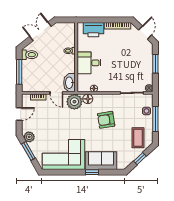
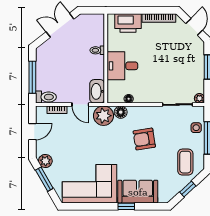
toilet: (30, 55) -> (46, 97), moved

